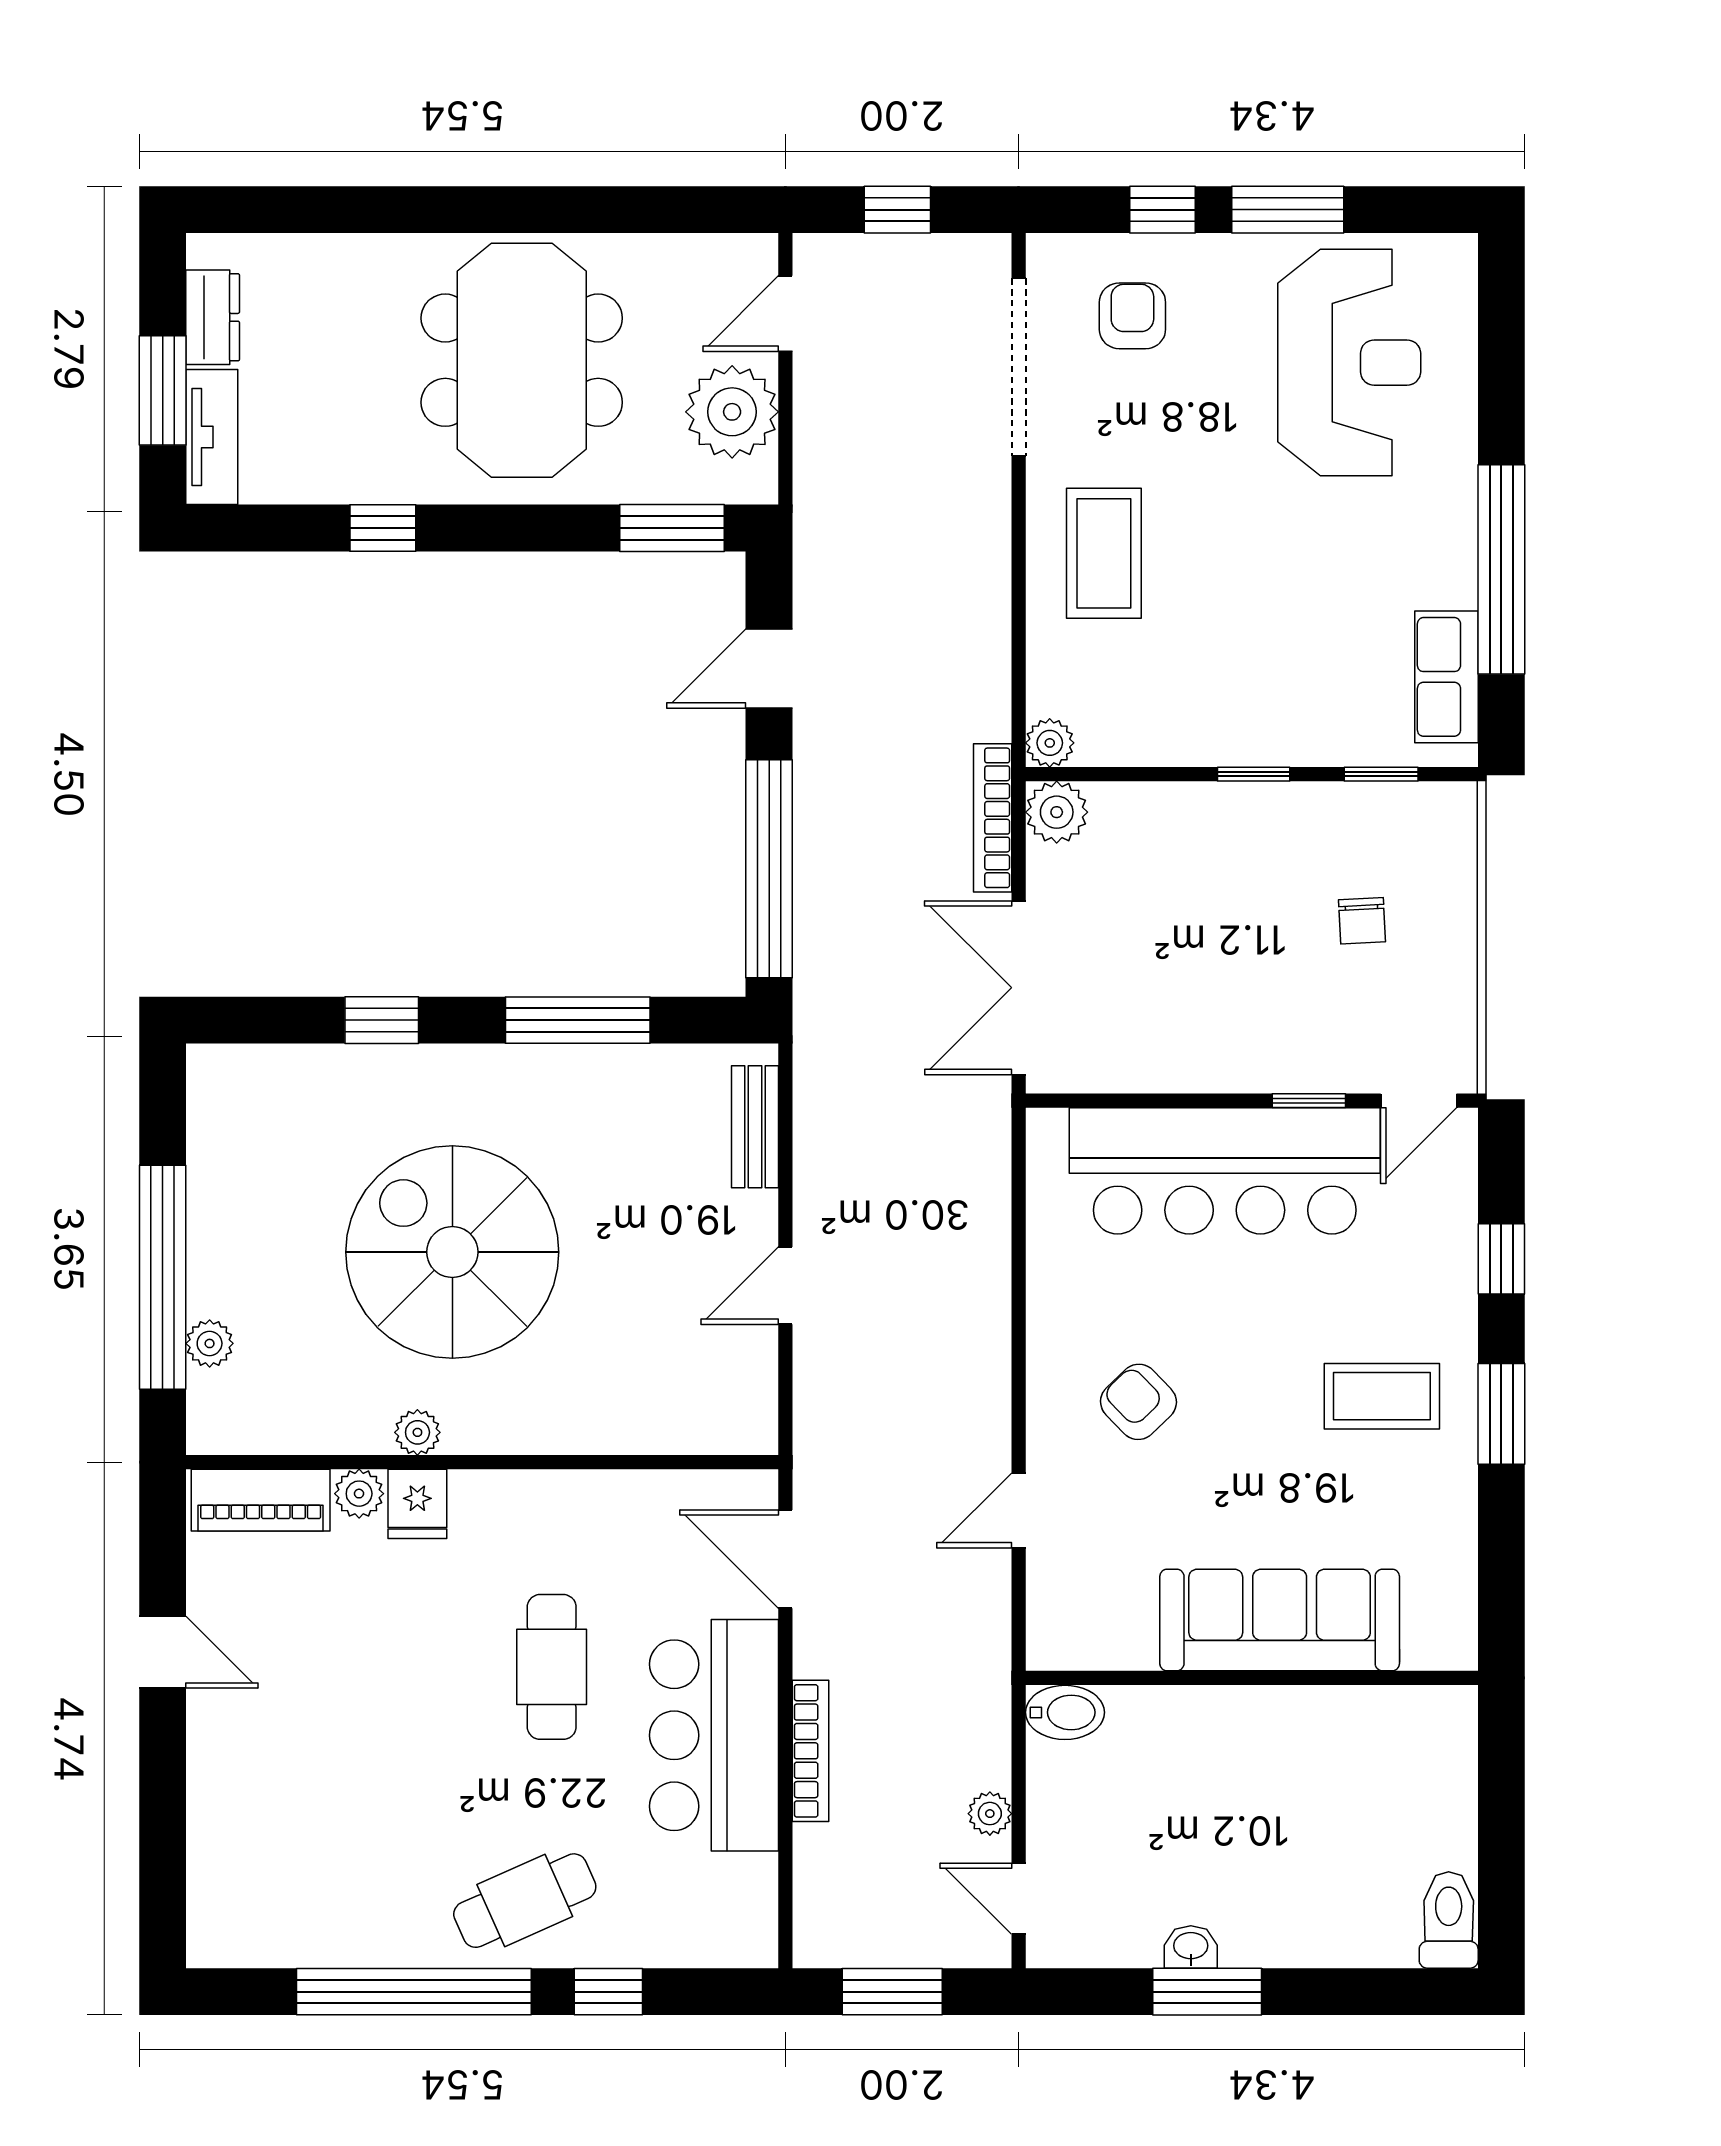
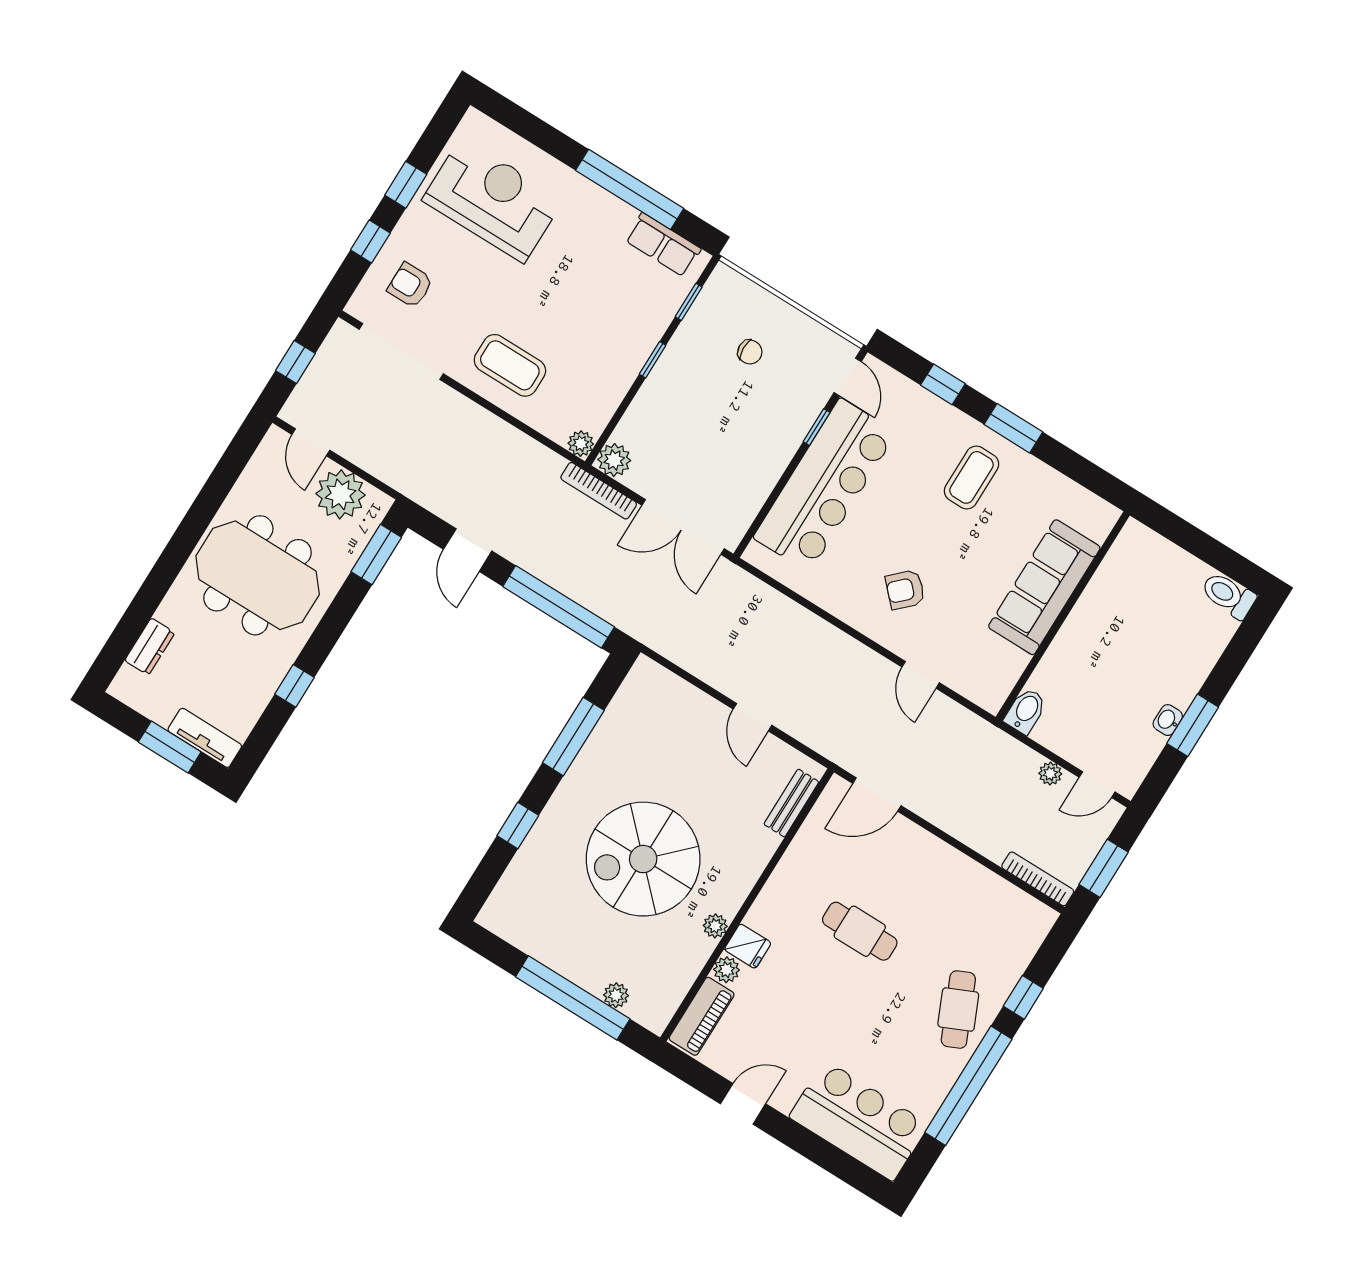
window: (1288, 210) -> (406, 185), width x0.67
dresser: (213, 317) -> (150, 647), moved, turned 90
bench: (755, 1127) -> (791, 803), moved, turned 90
bar counter: (714, 1735) -> (859, 1121), moved, turned 180
bookcase: (810, 1751) -> (1038, 879), moved

